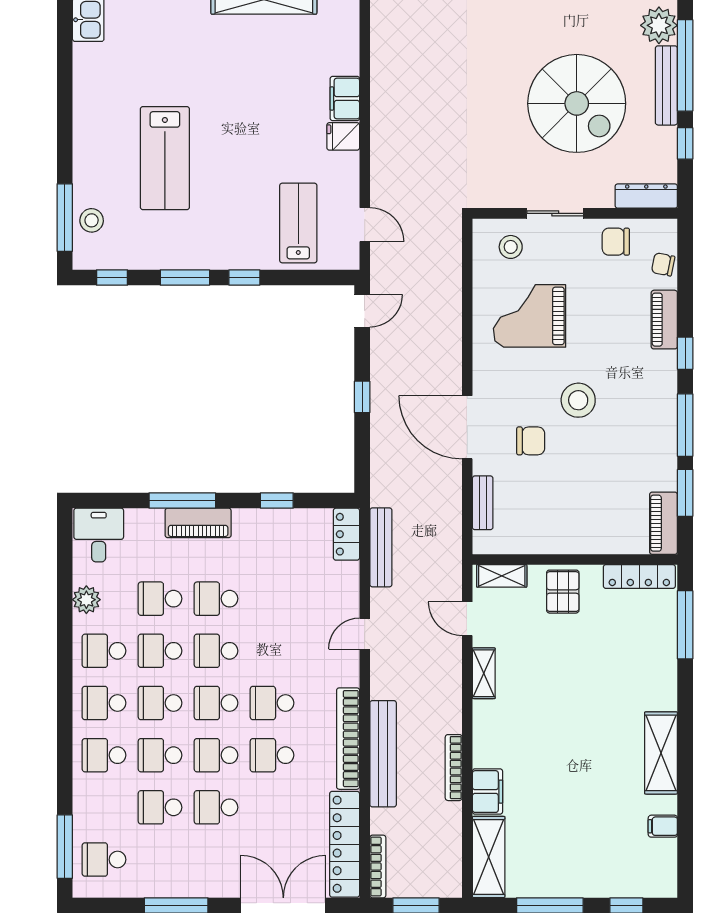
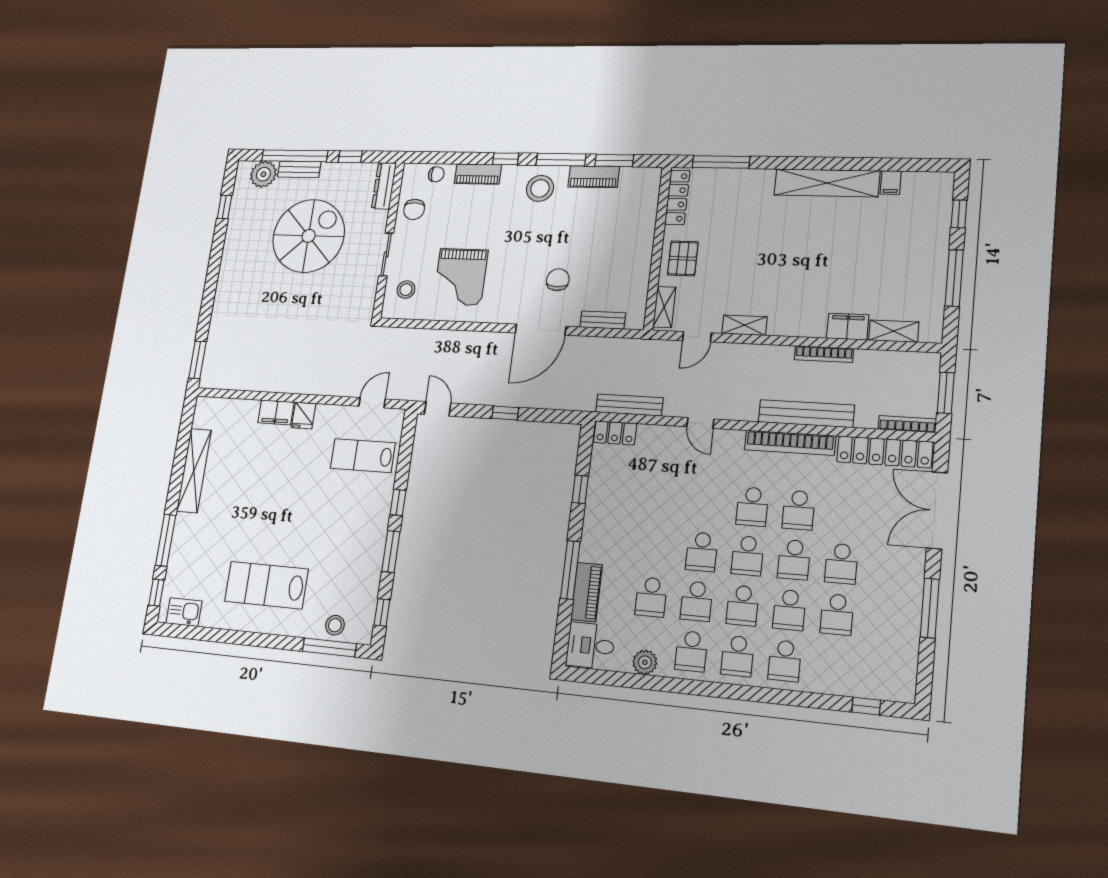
bench: (666, 85) -> (299, 169), width x0.73
lab bench: (165, 158) -> (266, 585), moved, turned 180
chair: (663, 264) -> (436, 174), turned -101
stool: (578, 400) -> (540, 188), moved
piano: (198, 523) -> (587, 592), moved
piano: (664, 523) -> (594, 177), moved
pallet: (563, 592) -> (683, 258), turned 90
school desk: (216, 599) -> (657, 548), removed
shelving: (661, 753) -> (827, 183), width x1.47
window: (65, 847) -> (866, 706), width x0.46
shelving: (489, 857) -> (894, 331), width x0.67, depth x0.75
school desk: (104, 860) -> (881, 671), removed

